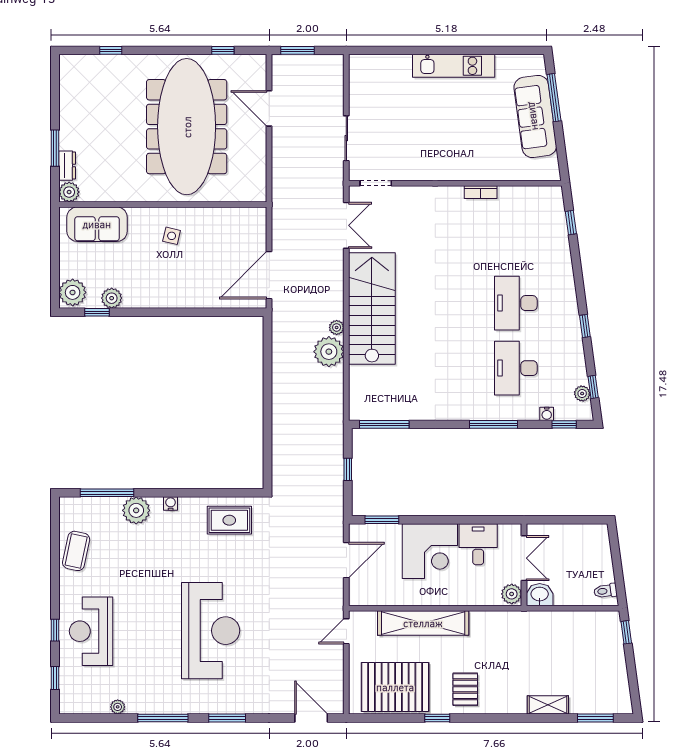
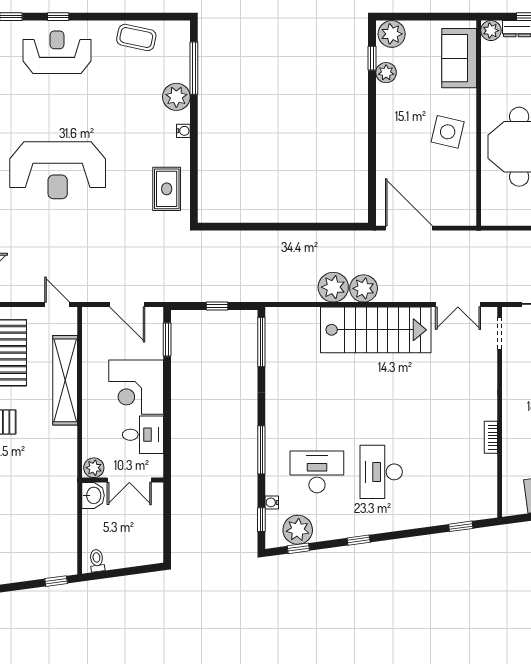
side table: (172, 236) -> (448, 132), width x1.87, depth x1.87
desk: (516, 303) -> (381, 472), turned -90
plant: (337, 327) -> (364, 288), width x1.88, depth x1.88
plant: (582, 394) -> (298, 530), width x1.87, depth x1.87

